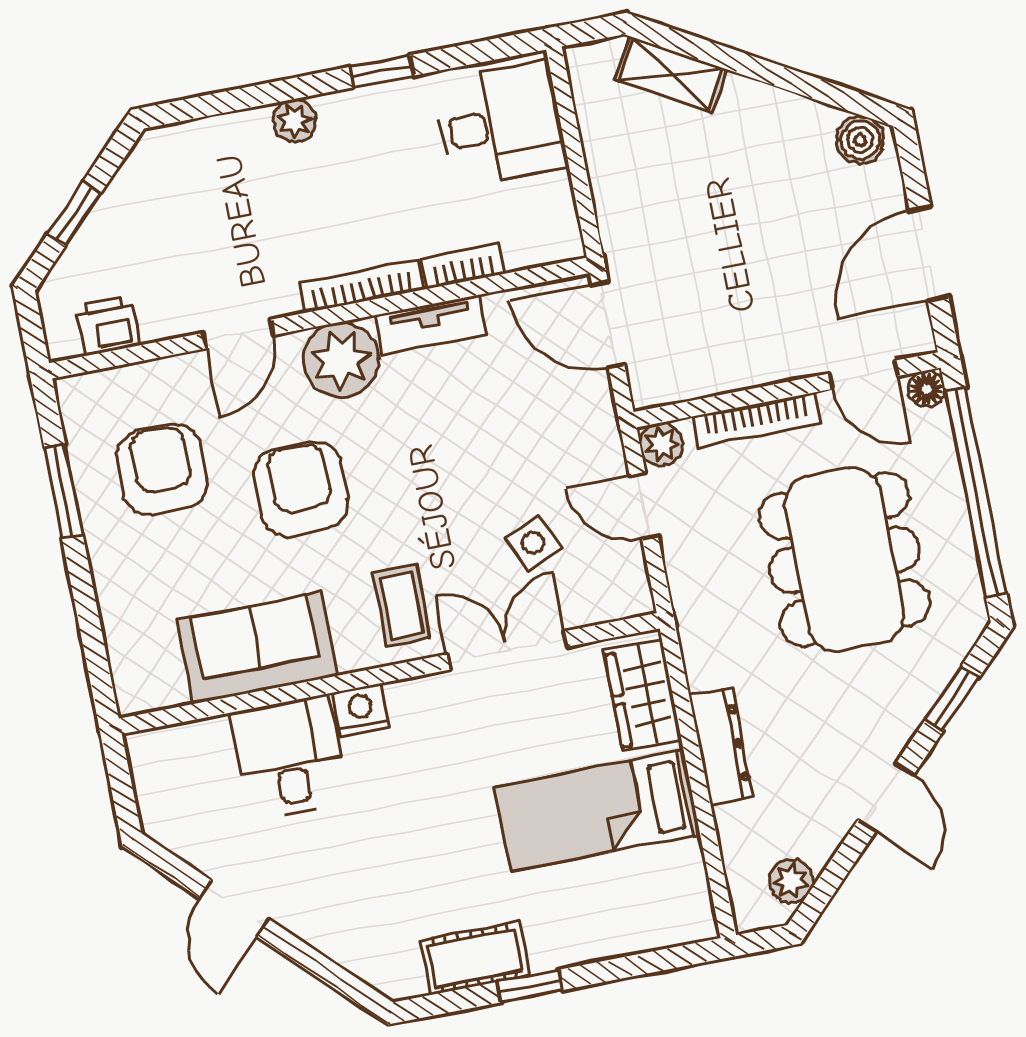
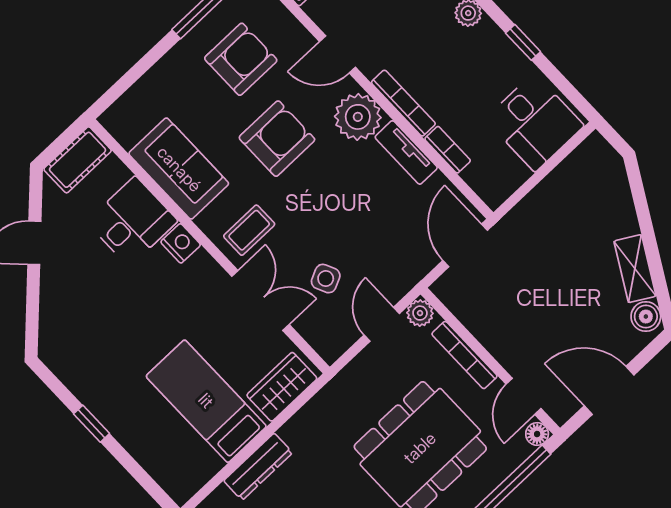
shelving: (671, 74) -> (635, 269), moved
dresser: (721, 746) -> (258, 467), moved
cot: (475, 958) -> (78, 160), moved, turned 90

